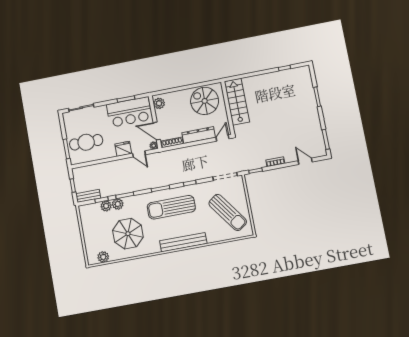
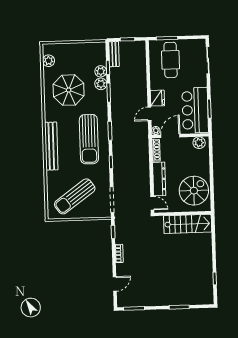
sun lounger: (171, 207) -> (89, 139), turned 180

